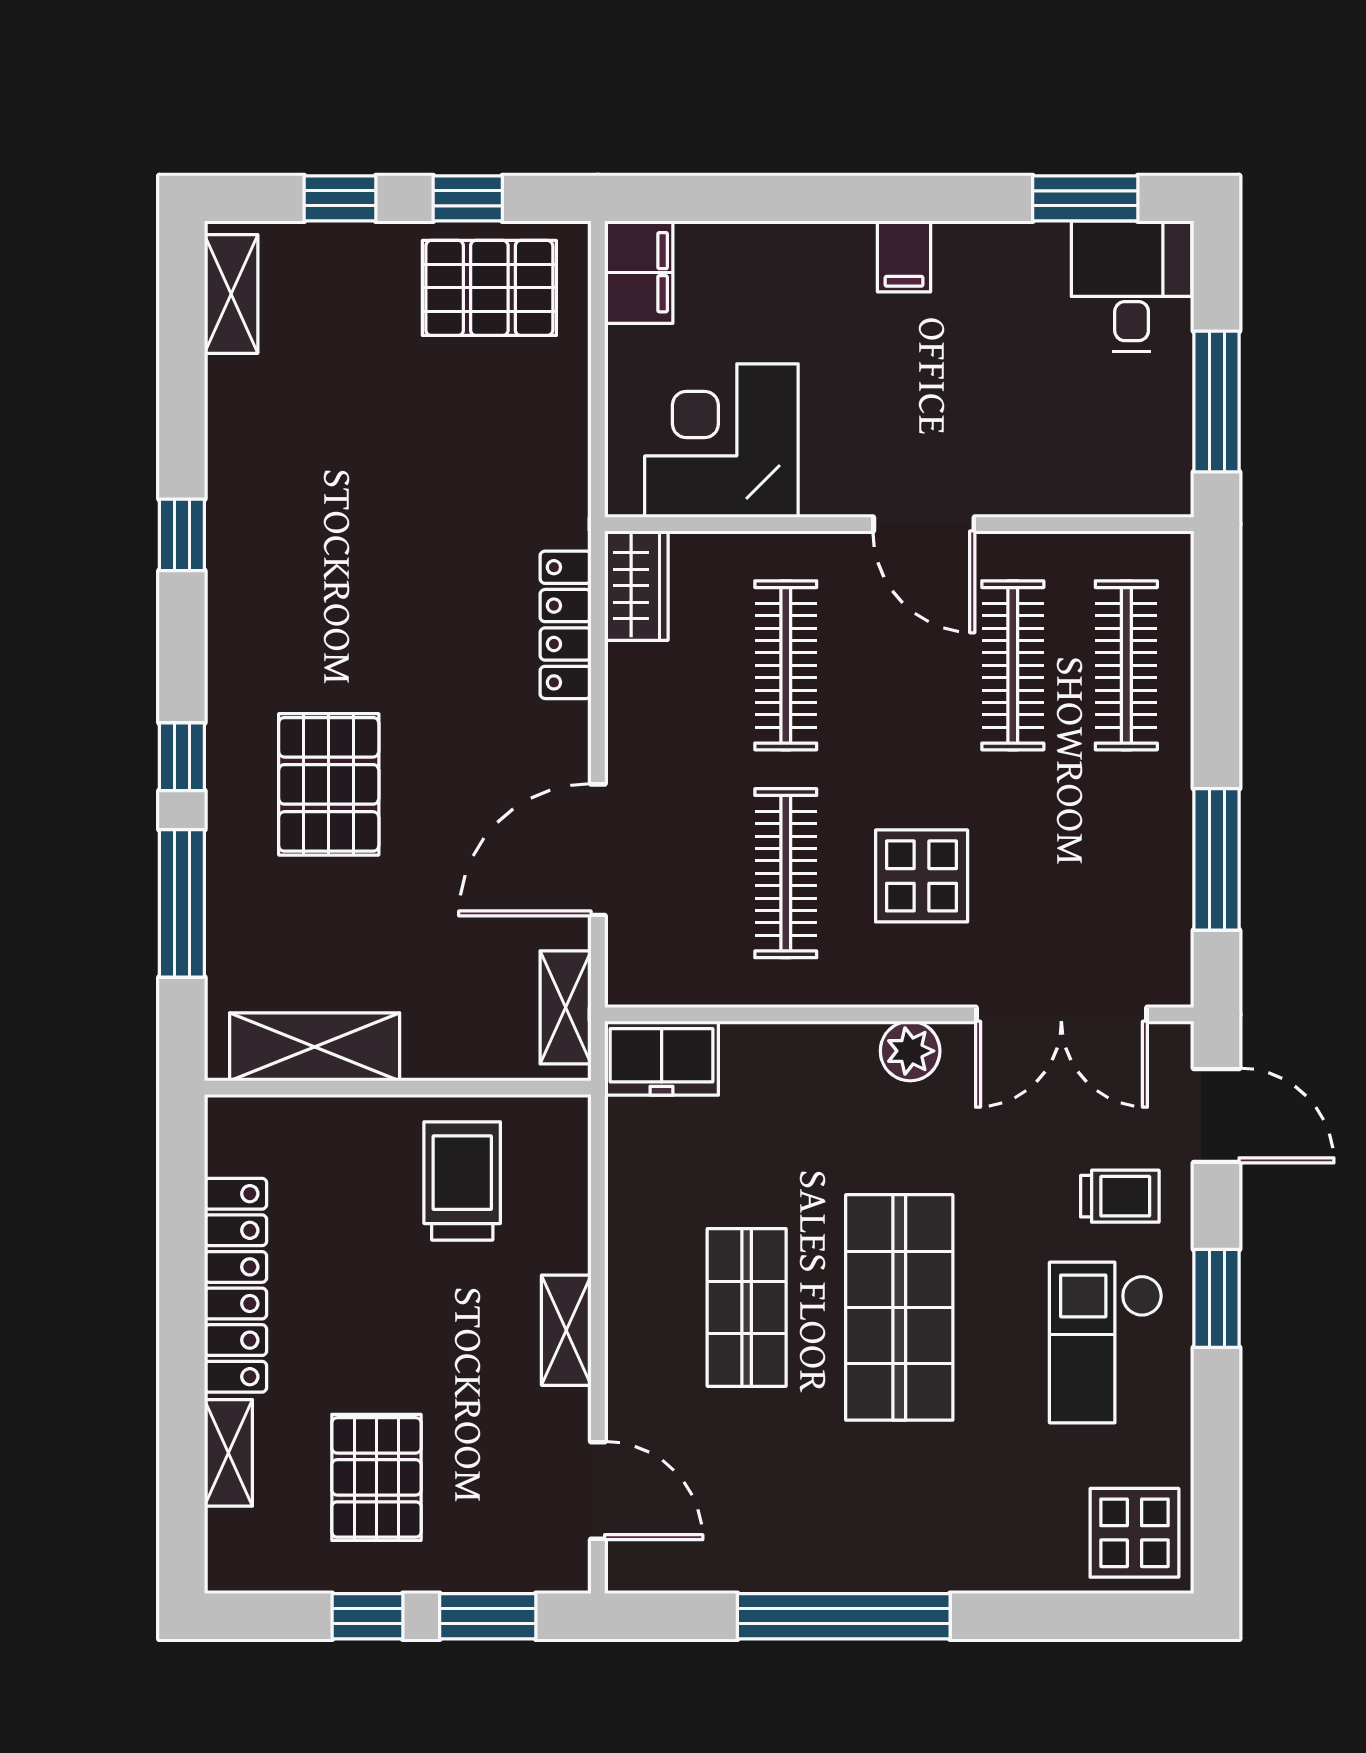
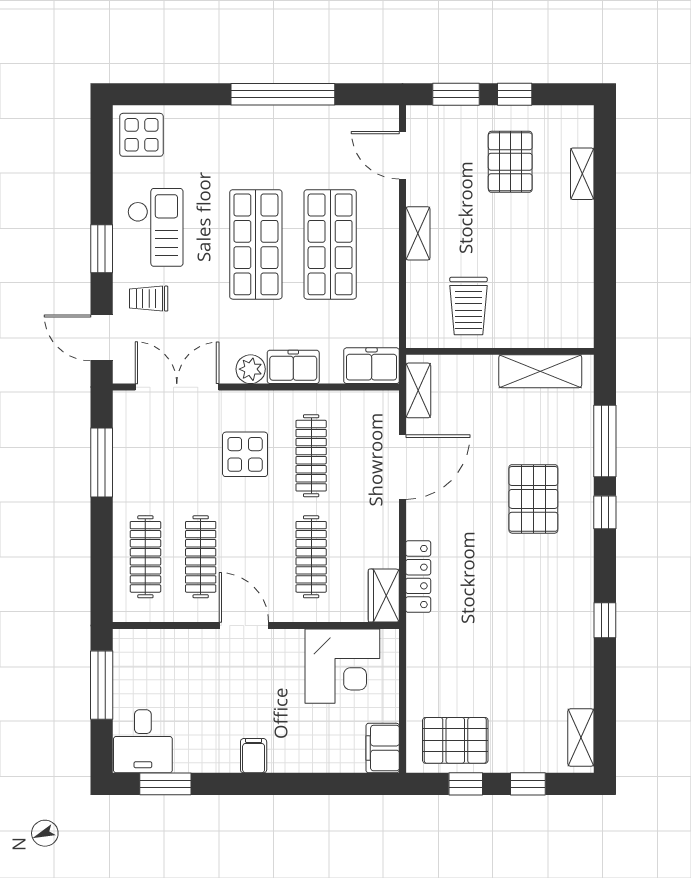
freezer: (822, 1056) -> (293, 367), added
locker: (236, 1285) -> (579, 255), removed
shop shelf: (747, 1307) -> (330, 244), width x1.43, depth x1.36

